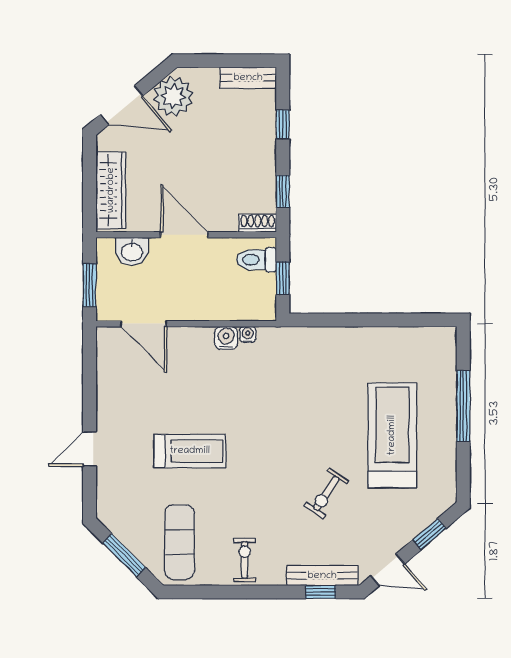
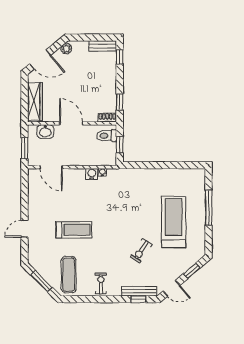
plant: (173, 96) -> (66, 49), width x0.53, depth x0.53
window: (283, 124) -> (120, 57), moved

